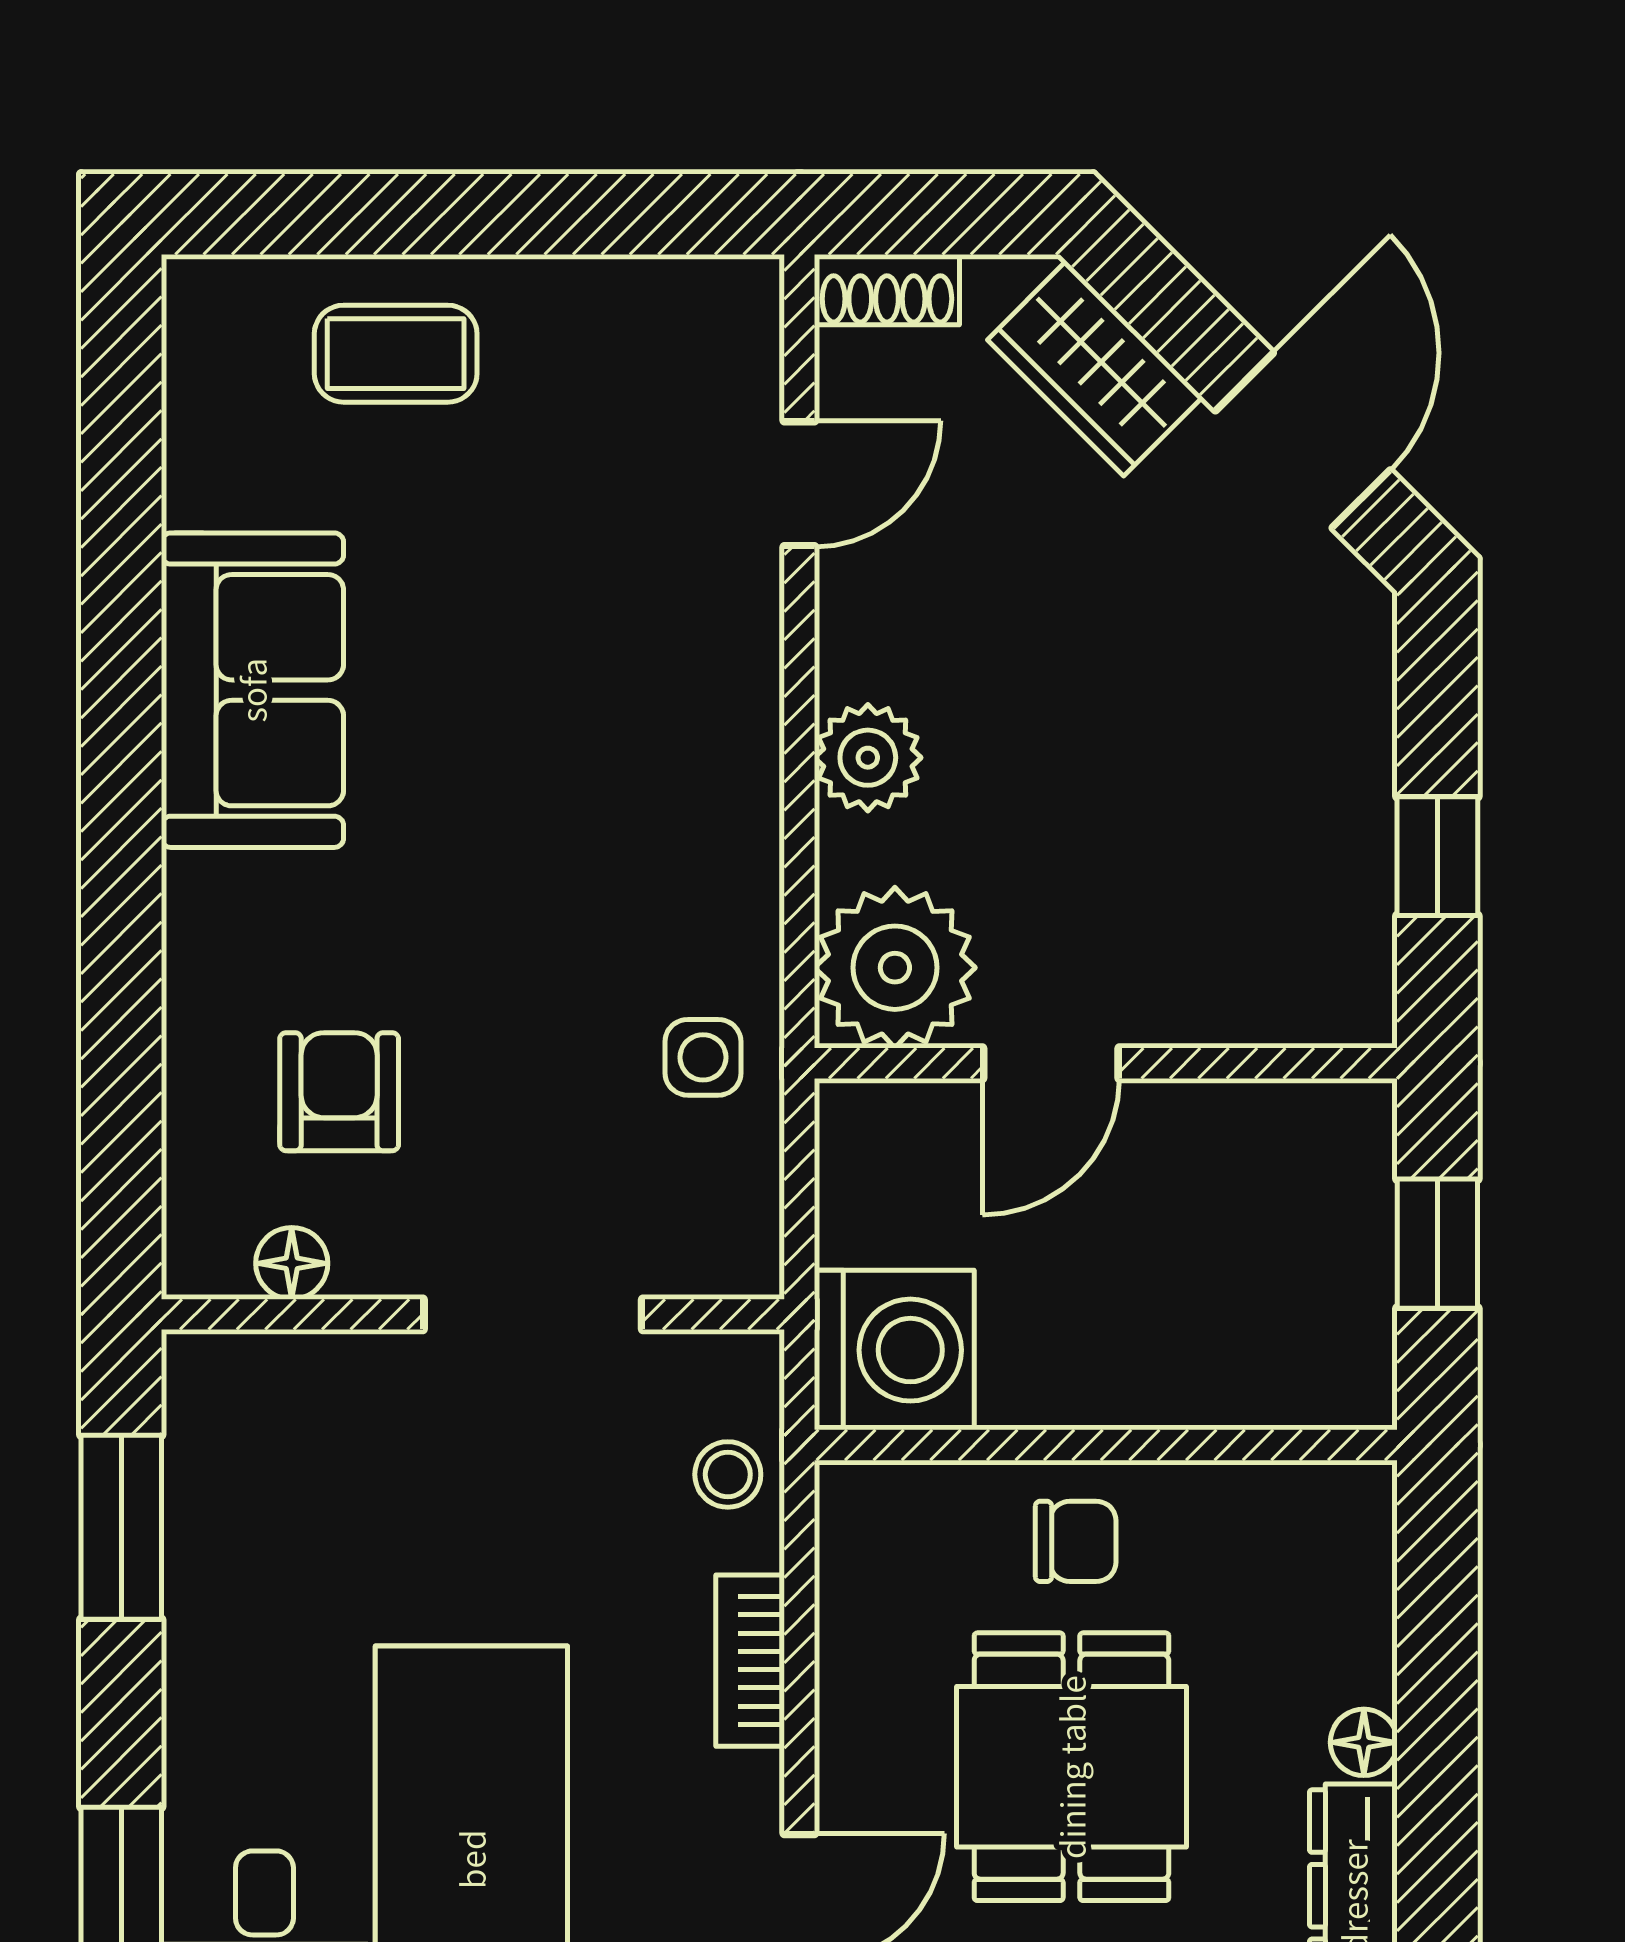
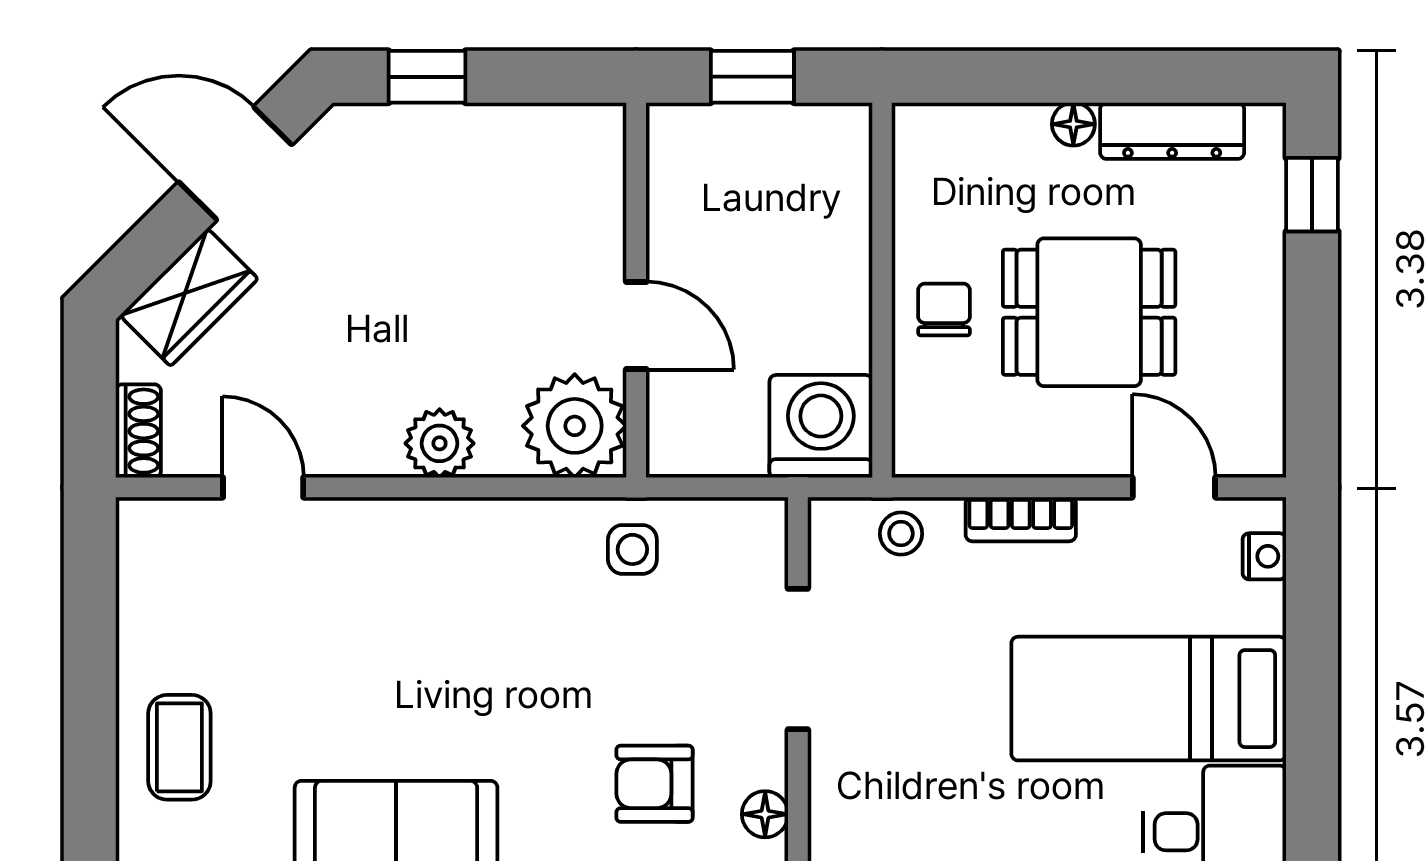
window: (1437, 856) -> (427, 77), moved

